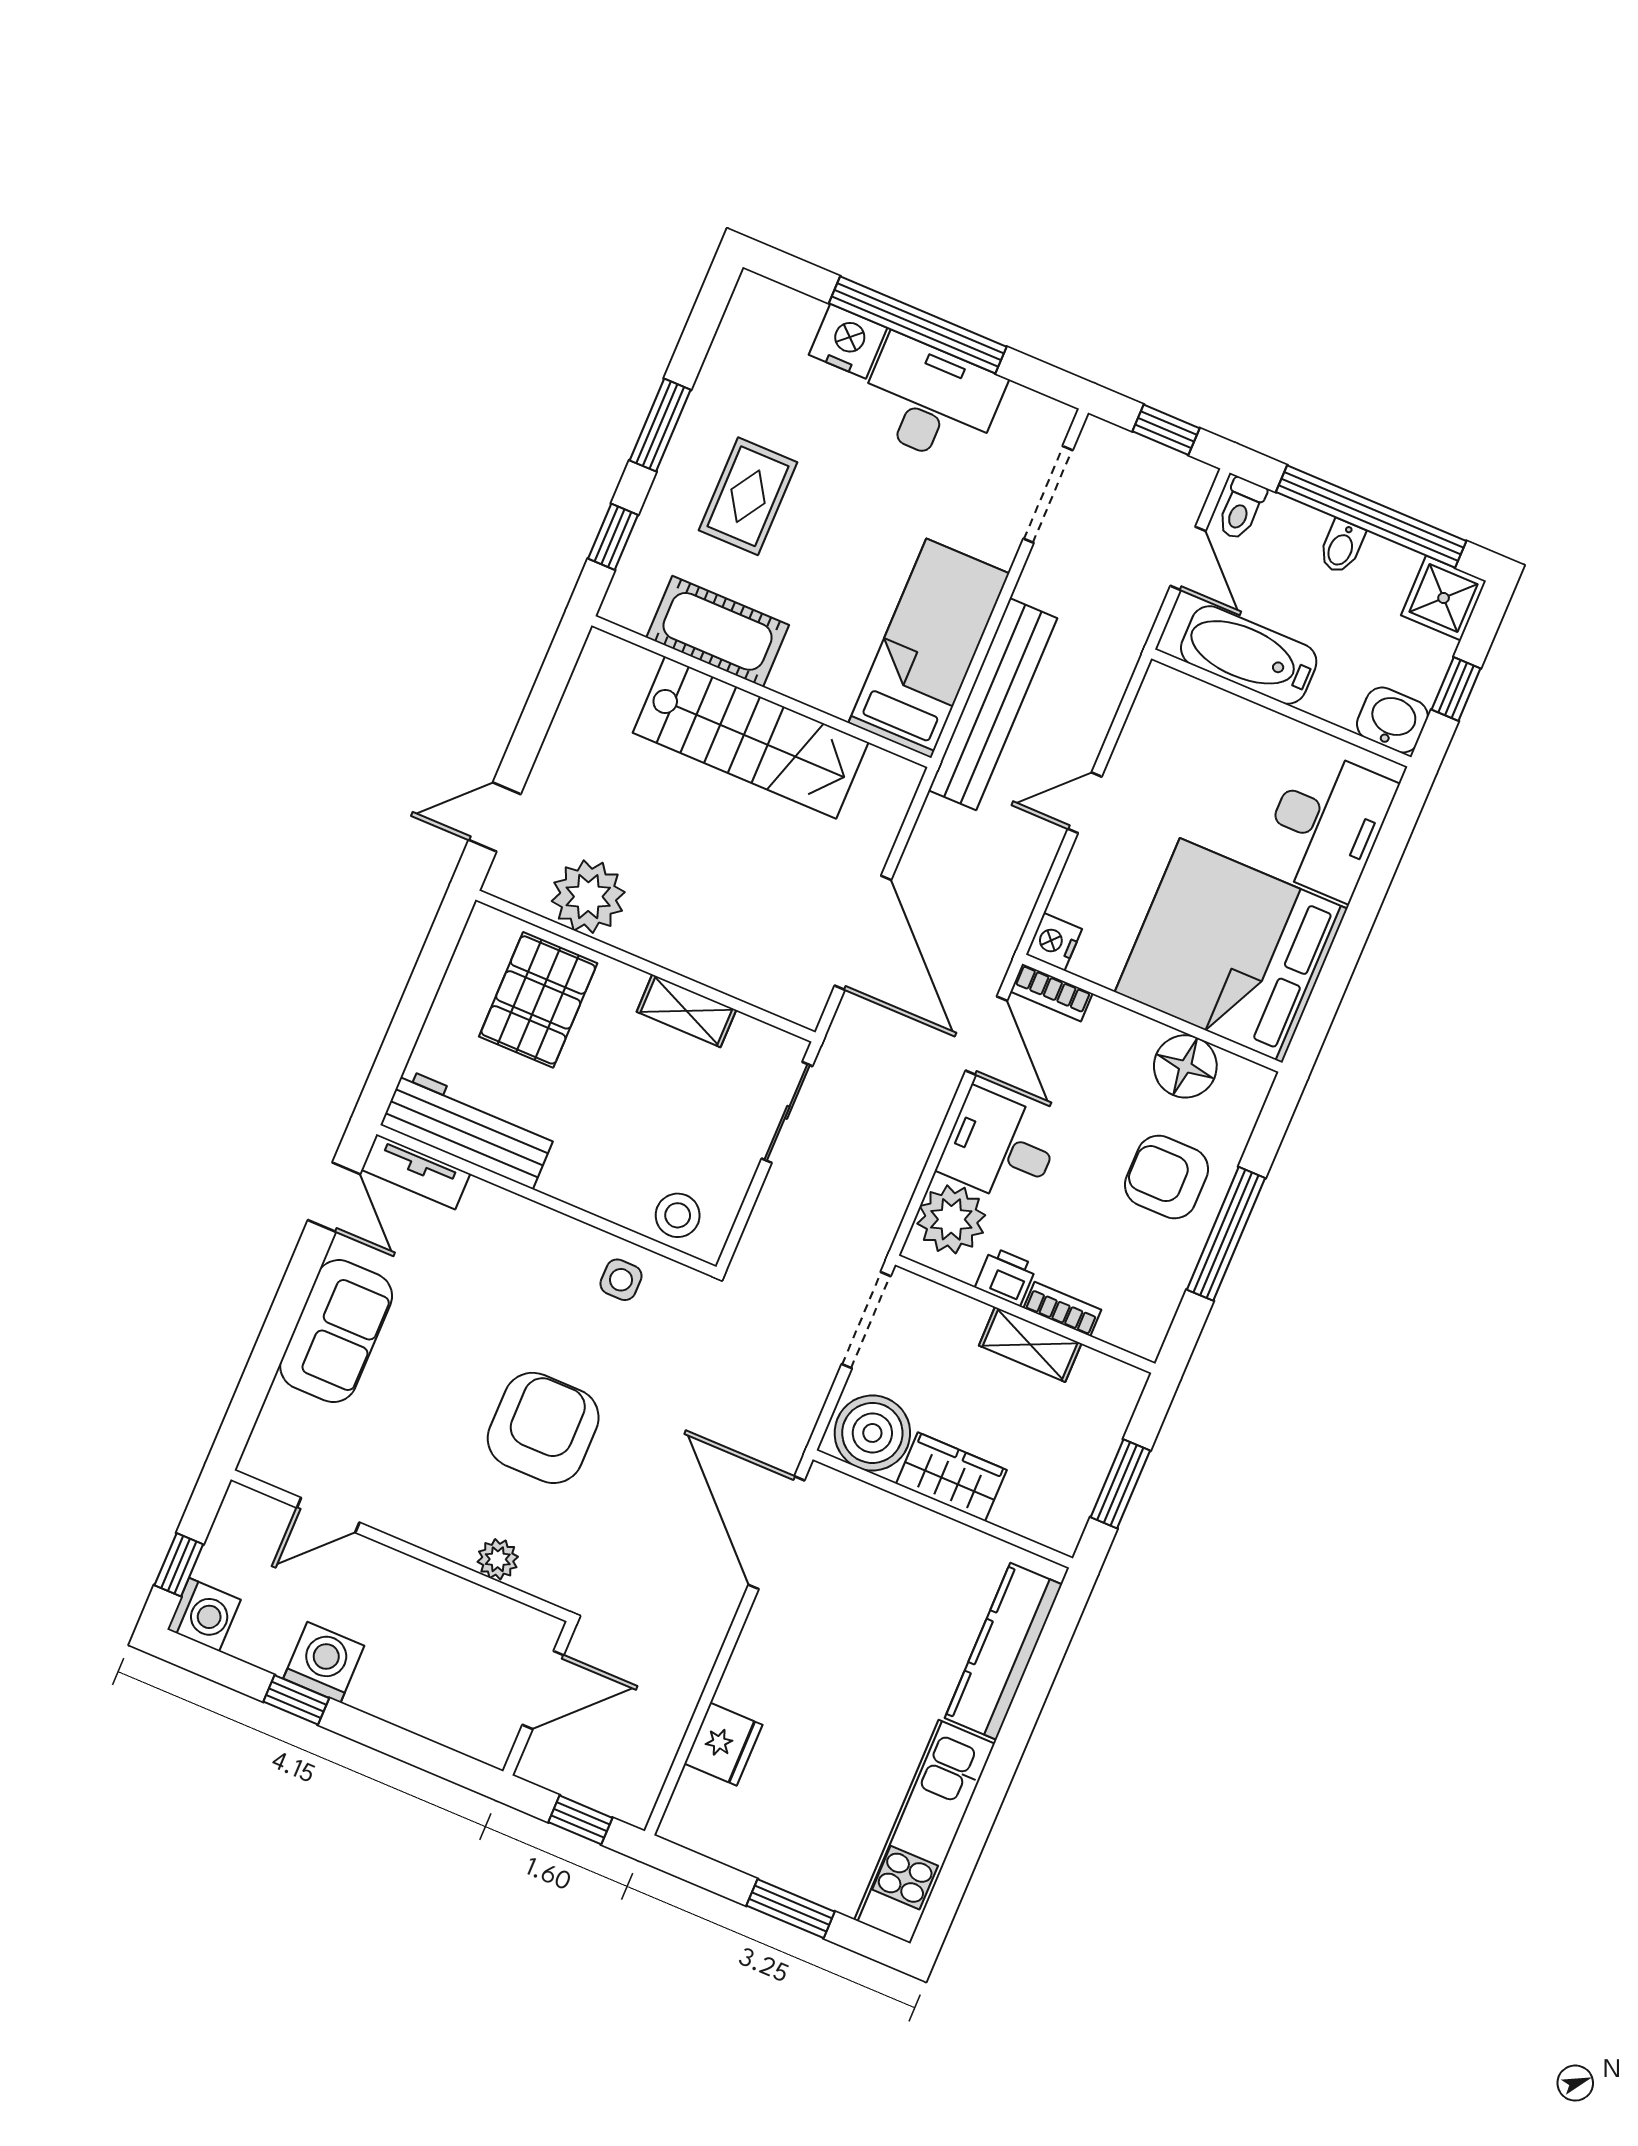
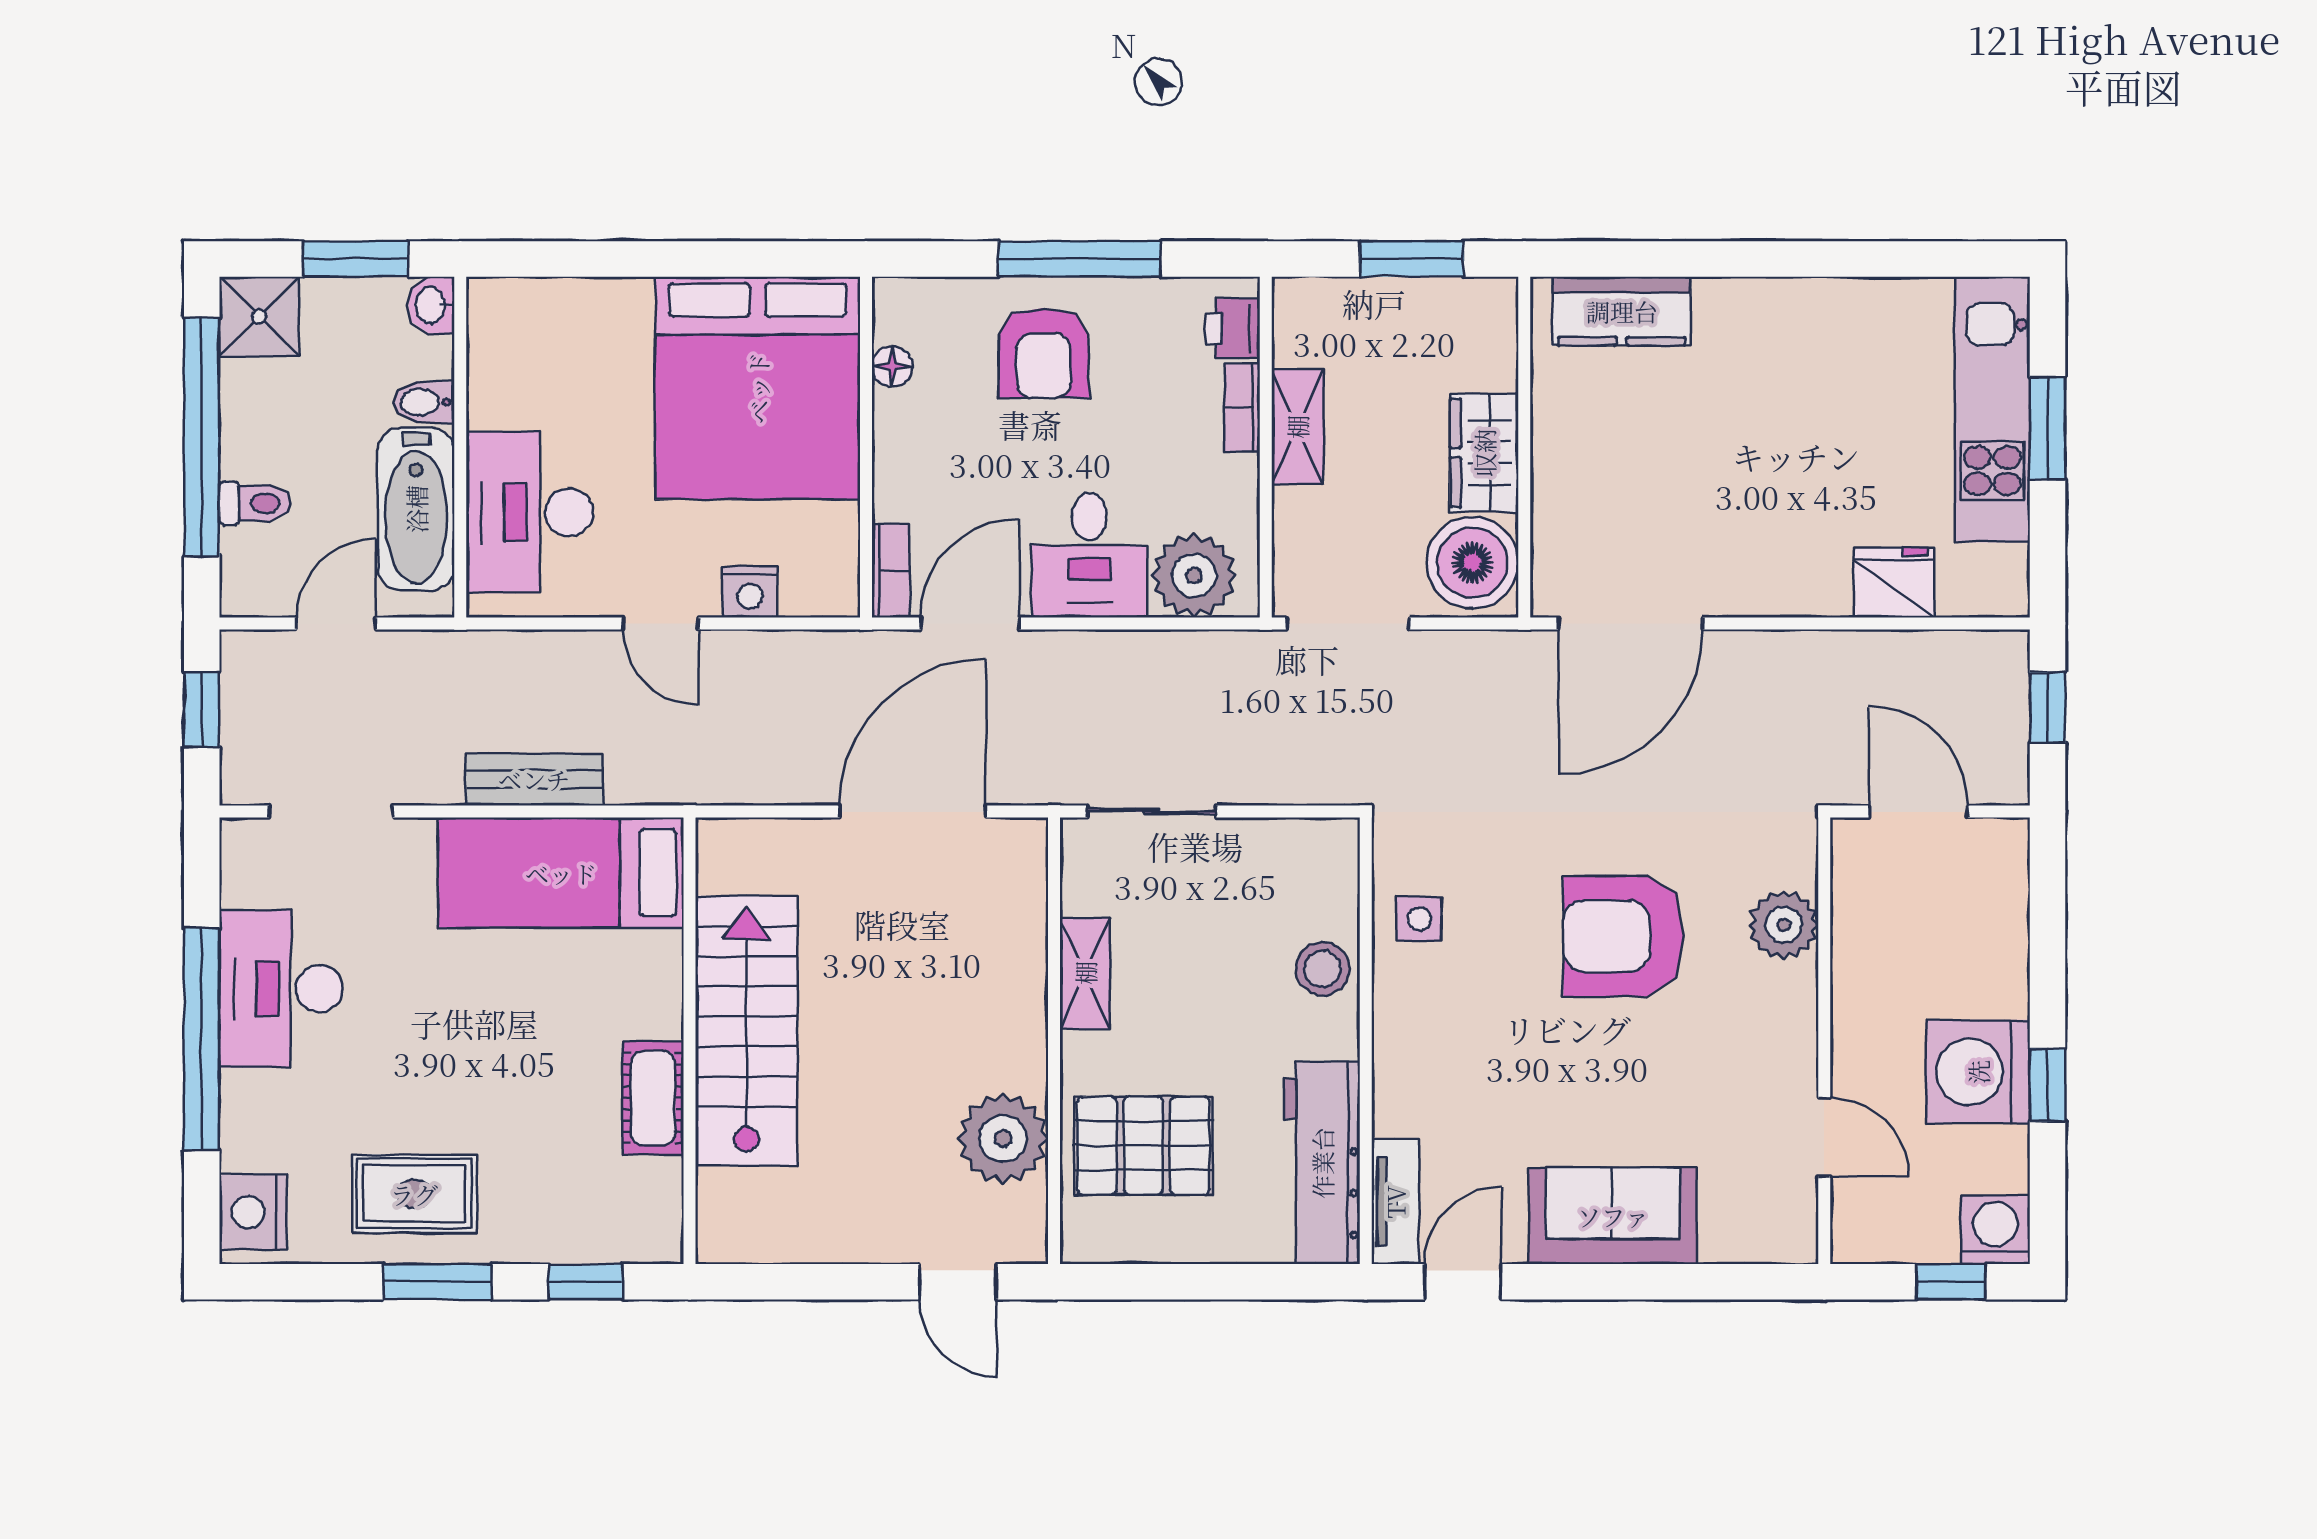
nightstand: (848, 341) -> (253, 1212), moved
rug: (748, 496) -> (414, 1194), moved
toilet: (1241, 509) -> (255, 503), moved
bidet: (1342, 547) -> (424, 402), moved, turned 180
cot: (718, 631) -> (653, 1098), width x0.73, depth x0.75
window: (1456, 689) -> (356, 259), width x1.50
bench: (993, 704) -> (534, 779), width x0.54, depth x0.82
washbasin: (1392, 720) -> (431, 305), width x0.72, depth x0.69
desk: (1327, 824) -> (530, 512), moved, turned -90
nightstand: (1054, 942) -> (750, 592), moved
floor lamp: (1185, 1066) -> (892, 366), width x0.53, depth x0.53
stool: (678, 1215) -> (1323, 969), moved
printer: (1006, 1277) -> (1232, 329), moved
plant: (498, 1559) -> (1784, 925), width x1.38, depth x1.38
kitchen counter: (1003, 1651) -> (1622, 311), width x0.67
washing machine: (324, 1662) -> (1978, 1072), width x1.37, depth x1.37
kitchen unit: (925, 1832) -> (1992, 409), moved, turned 90

